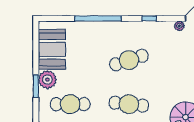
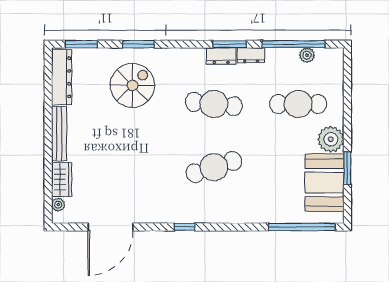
window: (98, 18) -> (302, 227), moved
plant: (179, 26) -> (141, 216), removed
window: (36, 86) -> (347, 168), moved

